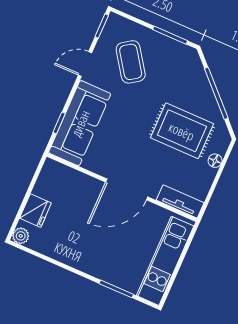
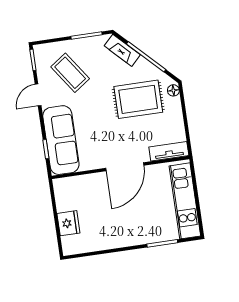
fireplace: (197, 72) -> (122, 50), added
floor lamp: (215, 161) -> (173, 90), moved
plant: (21, 236) -> (69, 248), removed

